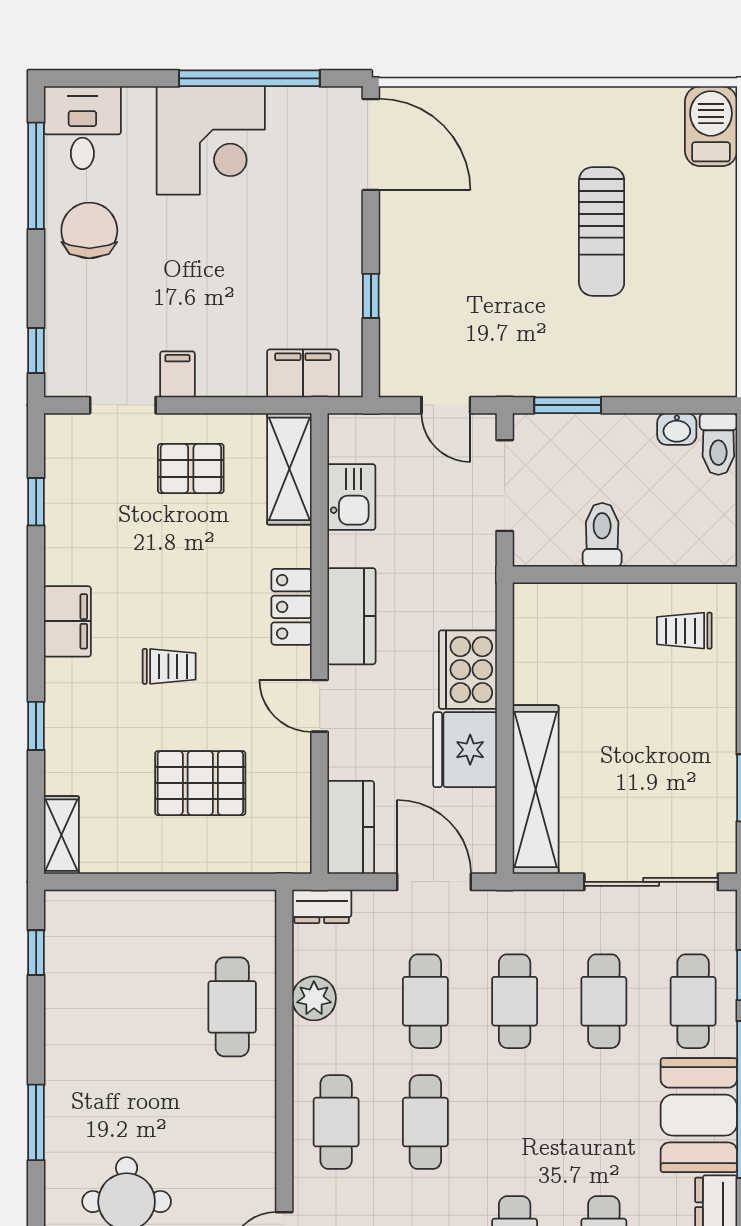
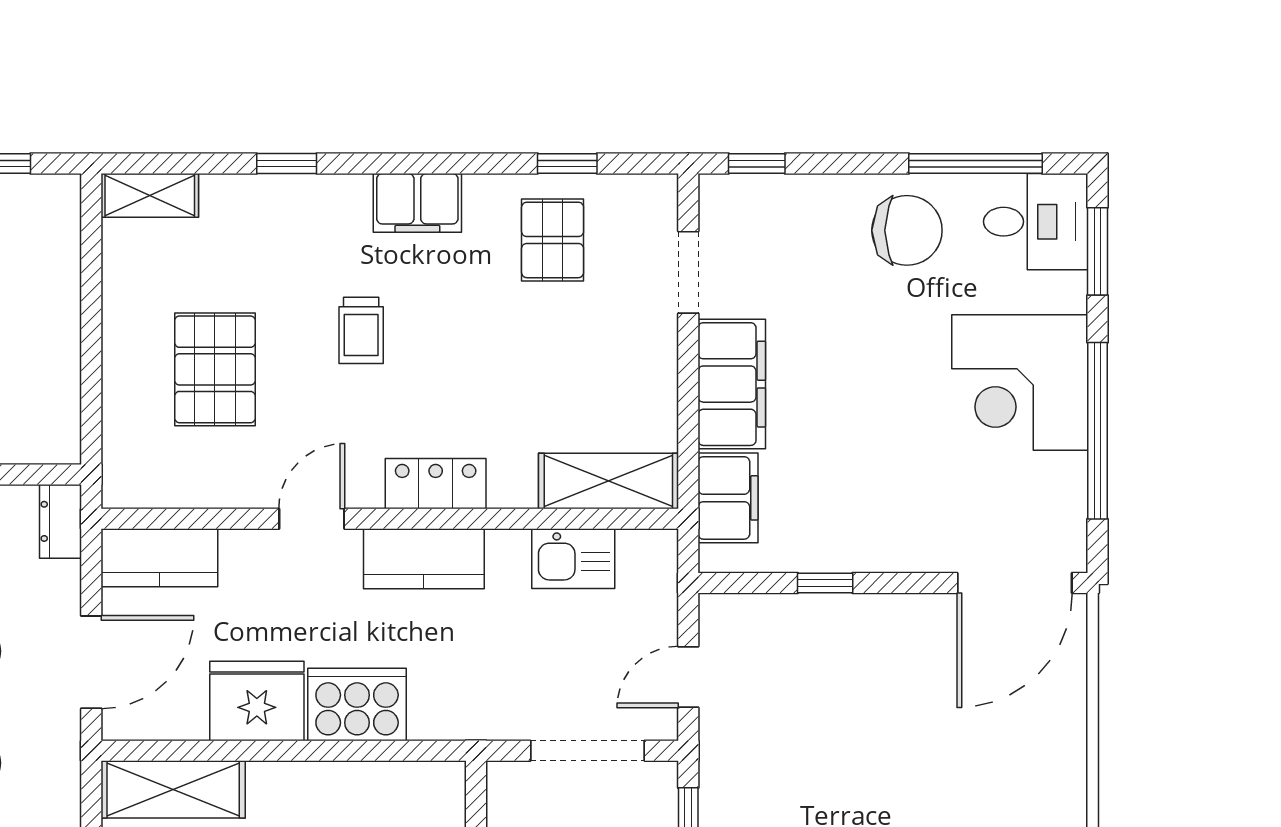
window: (106, 78) -> (1098, 251), added
filing cabinet: (177, 374) -> (732, 384), width x3.00, depth x1.17
pallet: (191, 469) -> (553, 240), moved
shelving: (536, 790) -> (173, 789), width x0.68

